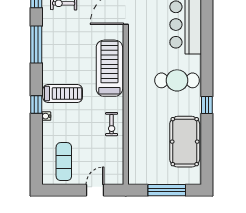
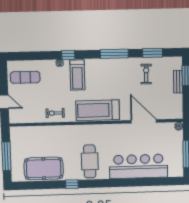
treadmill: (109, 68) -> (98, 110), turned 180

